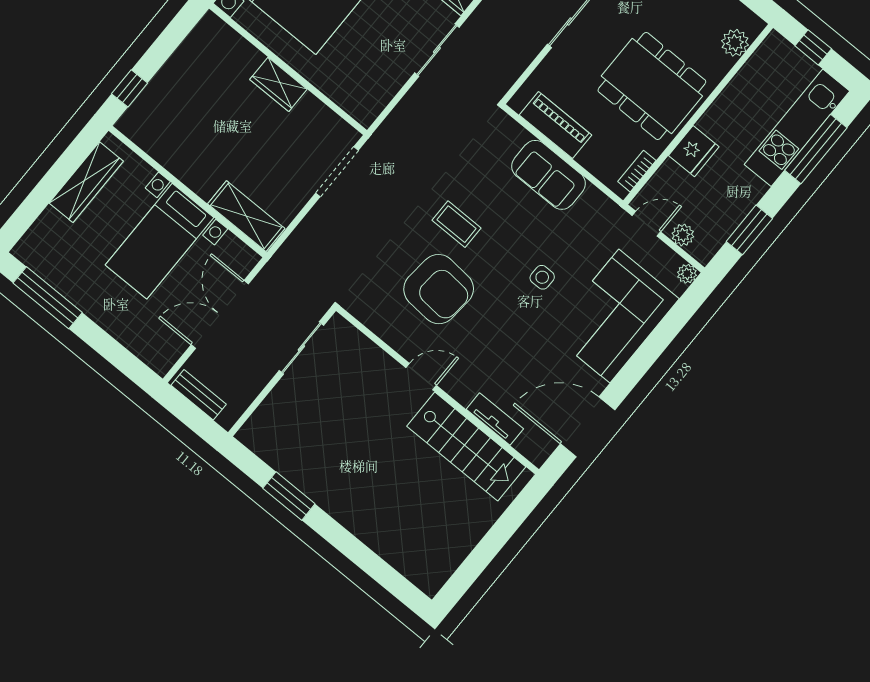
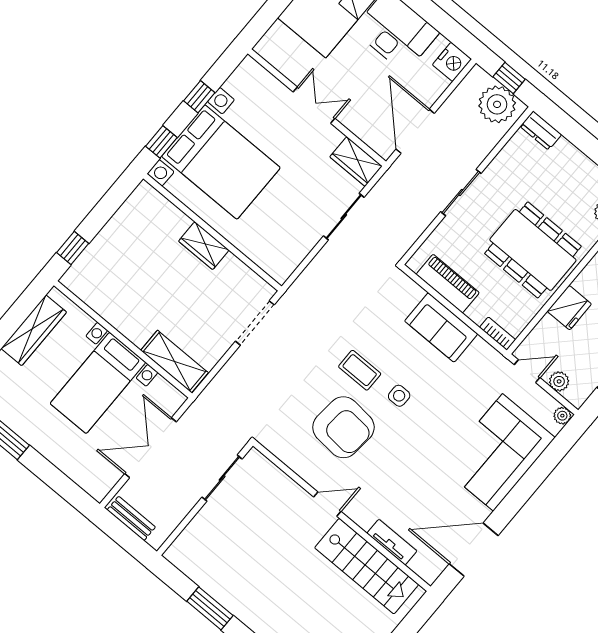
bookcase: (637, 171) -> (498, 334), moved, turned 90
side table: (542, 277) -> (399, 396), moved

